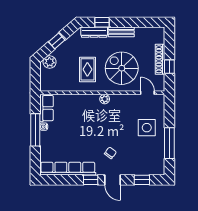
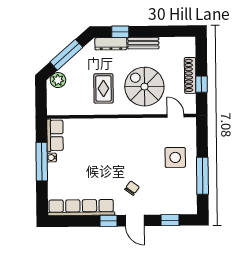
window: (57, 41) -> (66, 55), width x2.17
plant: (105, 99) -> (124, 124), removed

